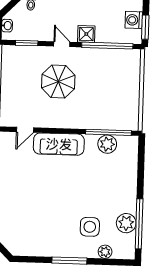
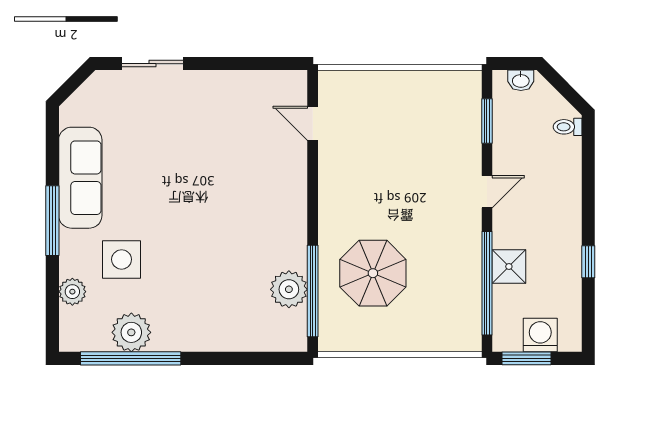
shower: (86, 34) -> (509, 267), moved
parasol: (58, 82) -> (373, 273), moved
sofa: (59, 144) -> (80, 178), moved, turned 180

